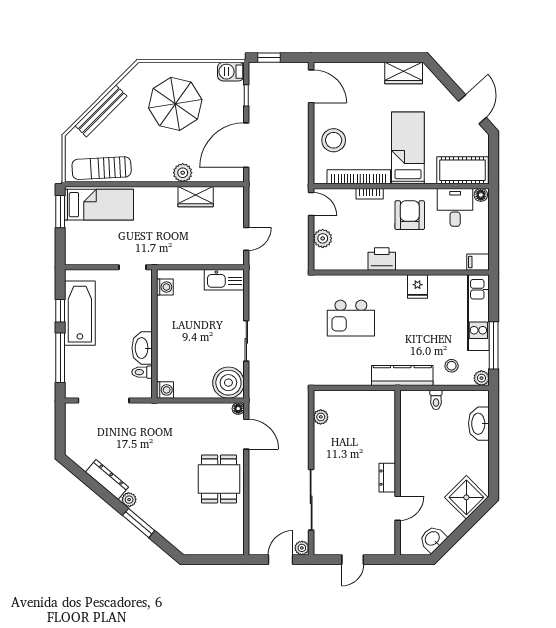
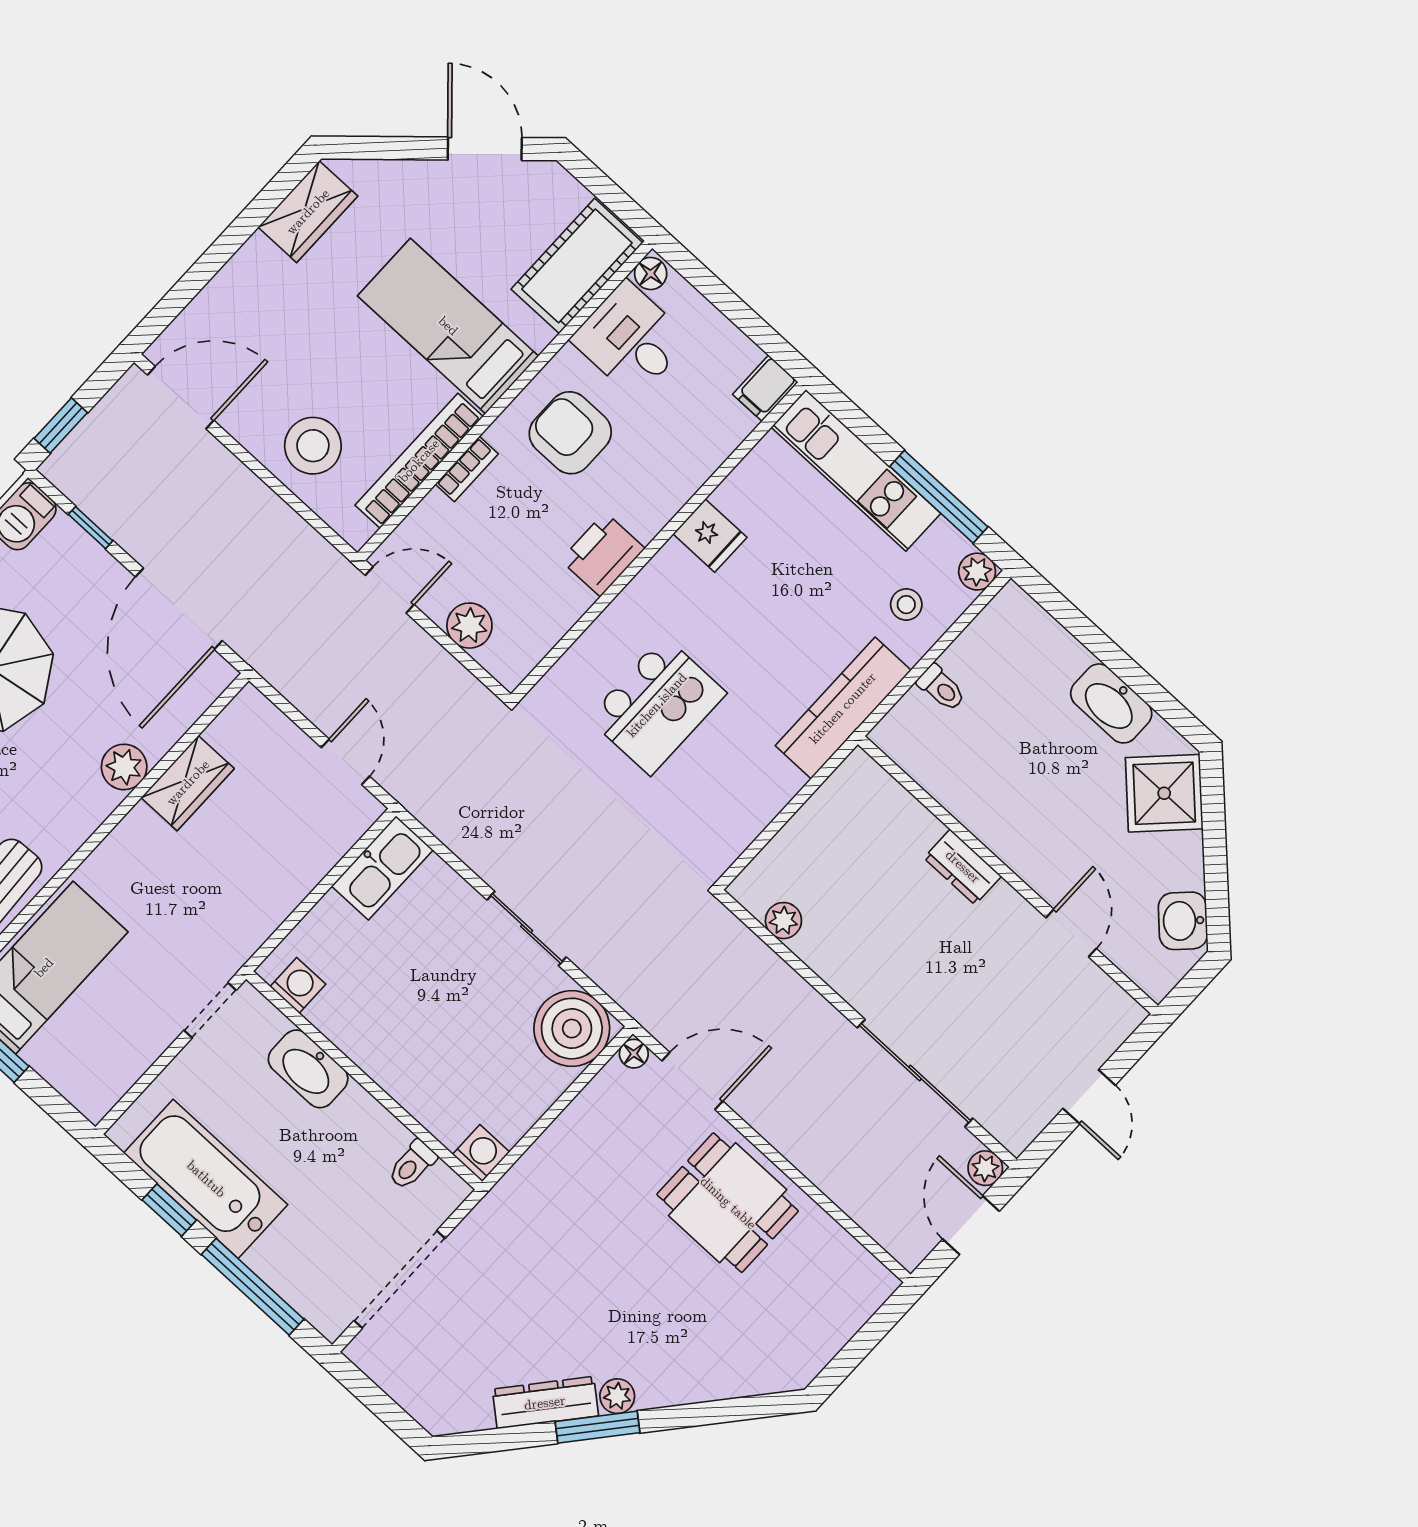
washbasin: (142, 348) -> (308, 1069), moved
washbasin: (479, 424) -> (1111, 703), moved
dresser: (387, 478) -> (963, 867), moved
window: (139, 523) -> (597, 1427), moved

